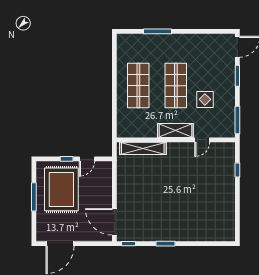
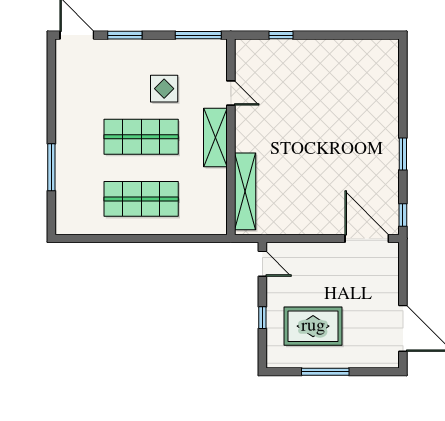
door: (87, 159) -> (262, 264), moved
rug: (61, 189) -> (313, 326), width x0.73, depth x0.69
door: (114, 222) -> (367, 239), swing flipped

